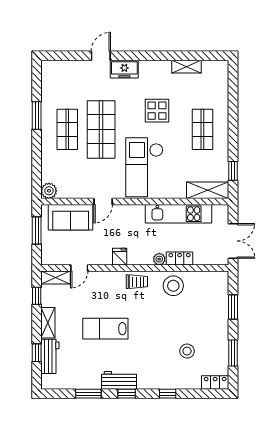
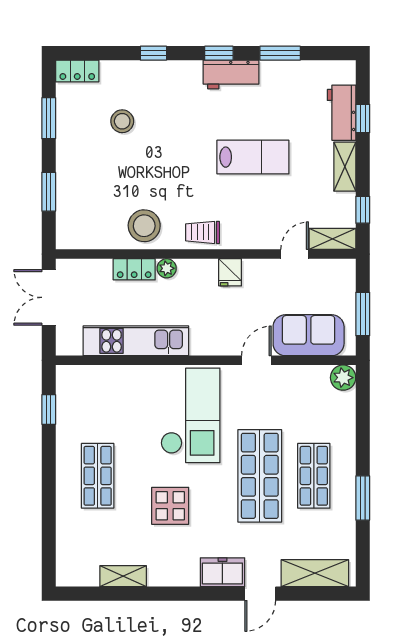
shelving: (208, 190) -> (315, 573), moved

